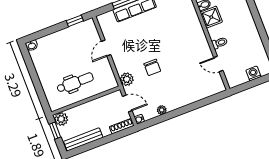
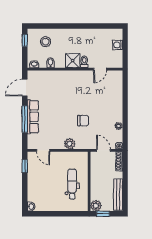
shower: (211, 17) -> (73, 61), moved
door: (106, 48) -> (43, 150), moved
plant: (127, 79) -> (70, 144), moved
door: (127, 103) -> (104, 150), hinge flipped

